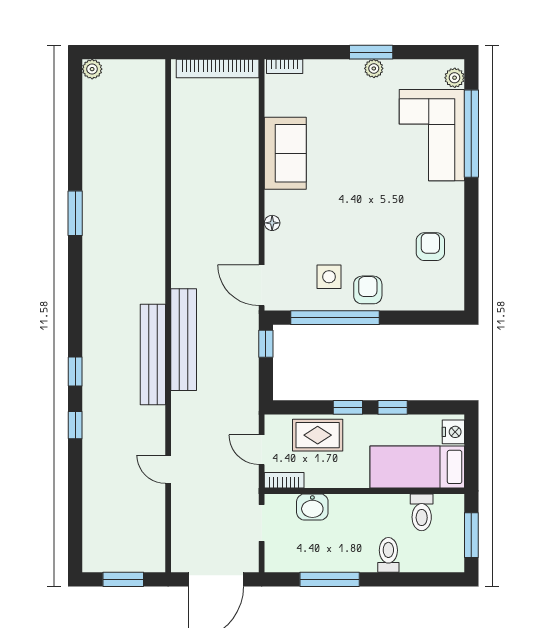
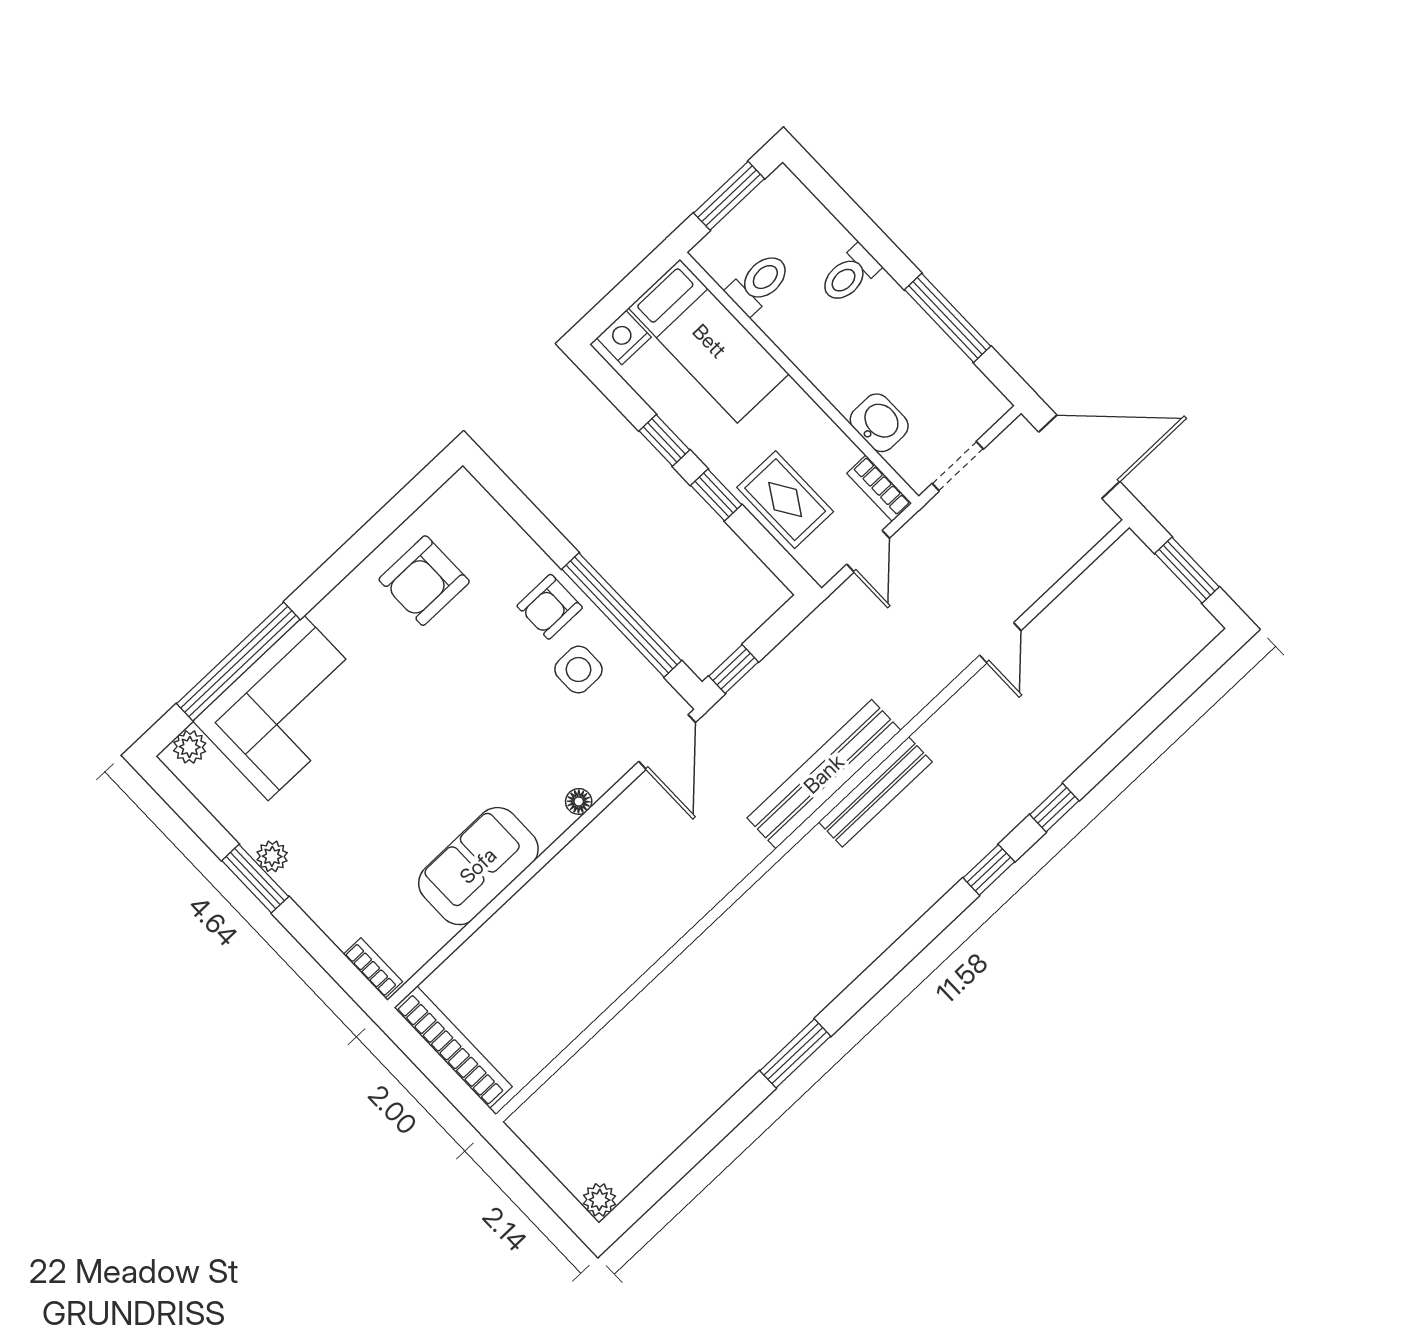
armchair: (430, 247) -> (424, 581), width x1.38, depth x1.38
bench: (153, 355) -> (875, 792), width x0.73, depth x0.82

